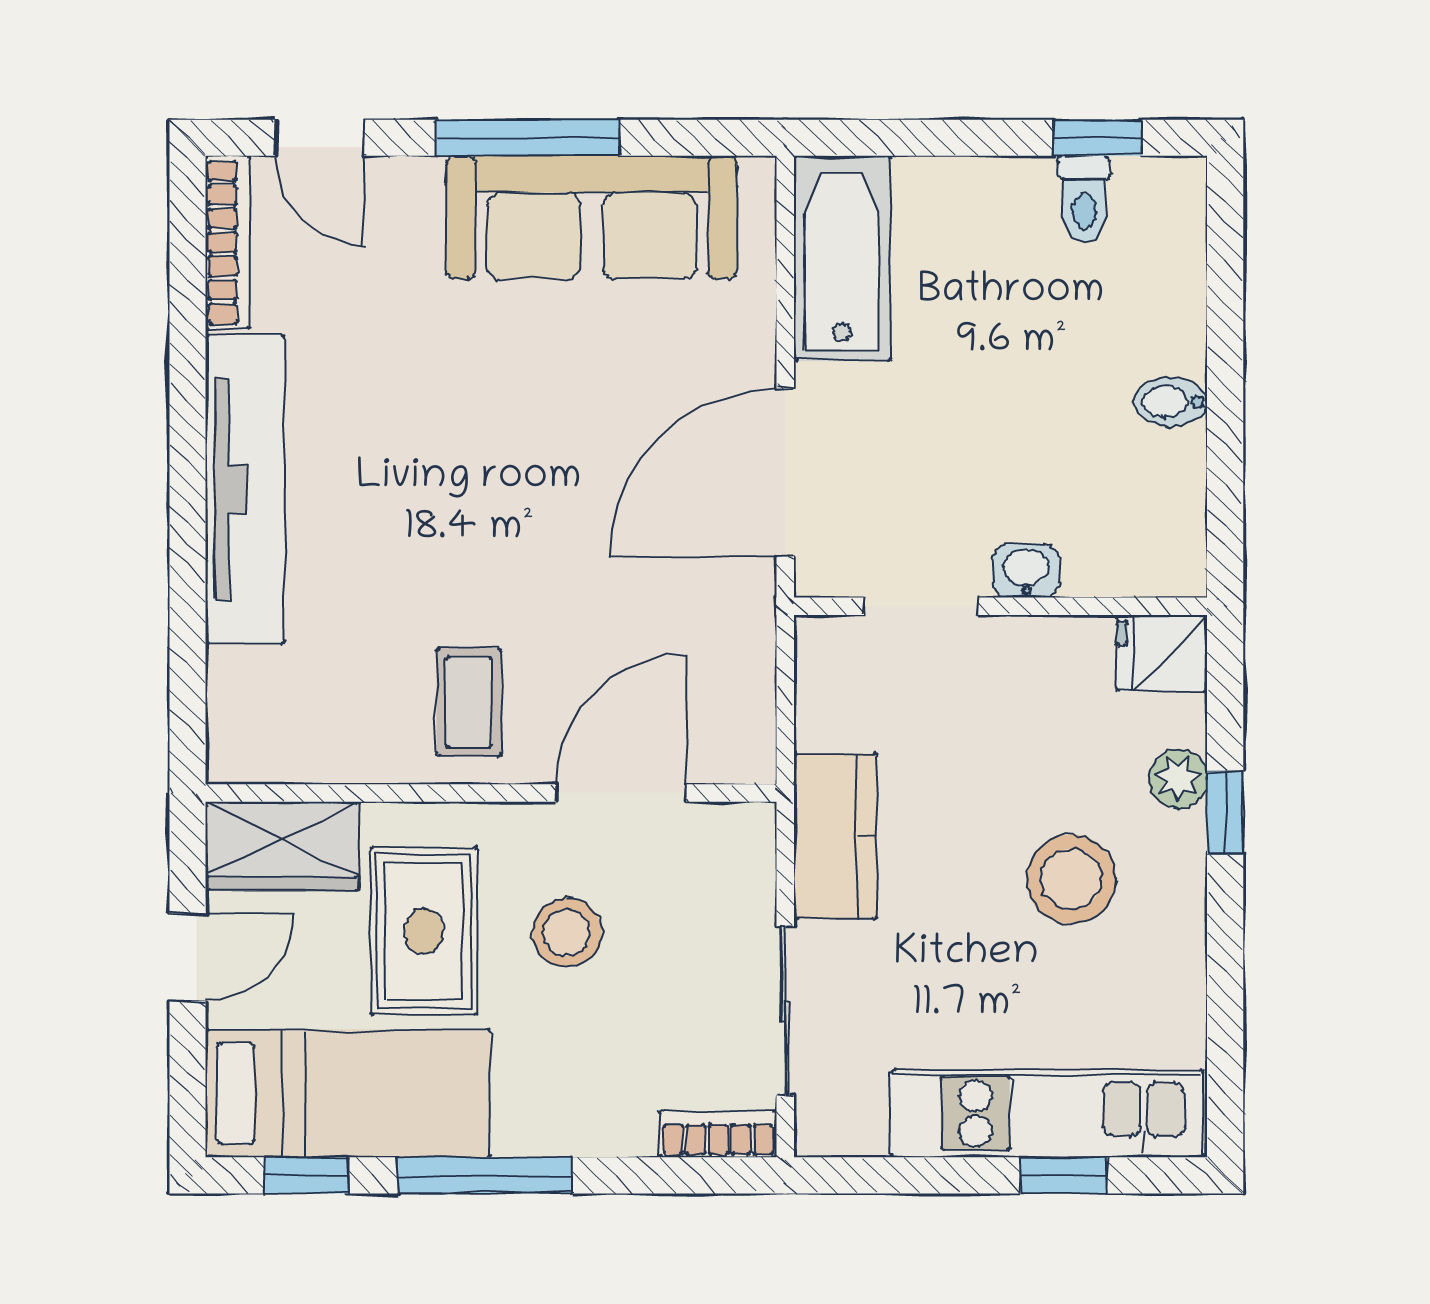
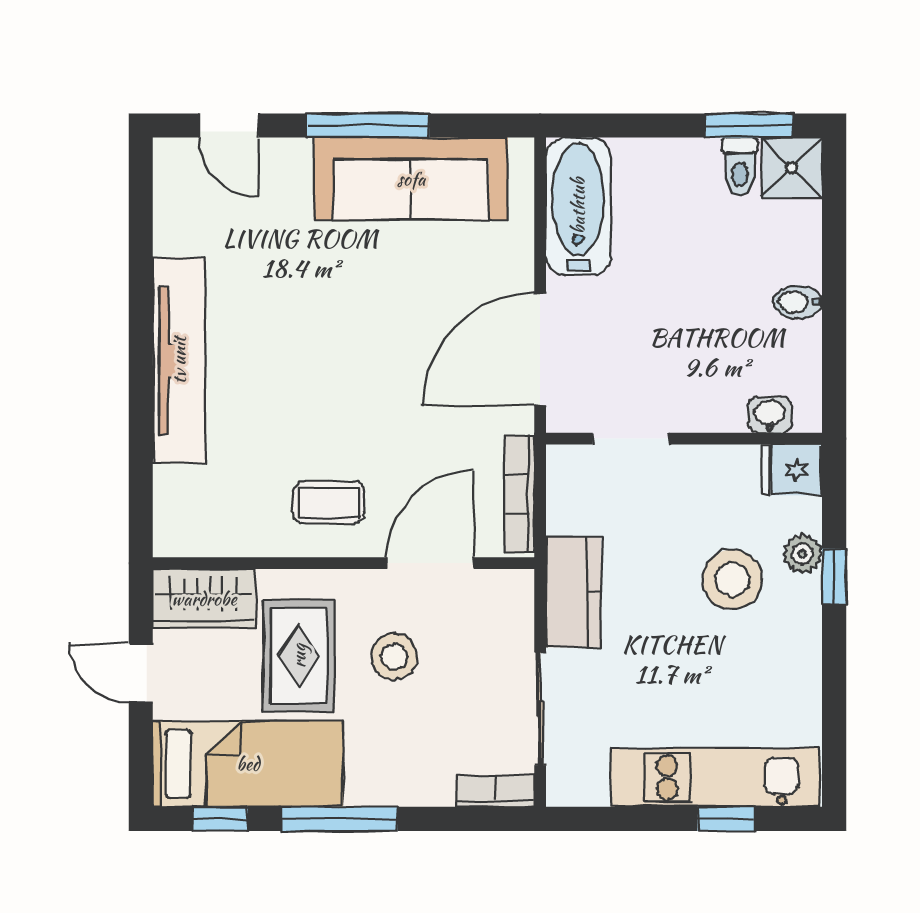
window: (1098, 138) -> (749, 125), width x1.50
shower: (1162, 201) -> (792, 168), added
bookcase: (228, 242) -> (520, 494), moved, turned 180
washbasin: (1026, 571) -> (770, 415), moved
coffee table: (469, 702) -> (329, 503), turned 90
stool: (1071, 879) -> (732, 579), moved
door: (188, 957) -> (141, 673), swing flipped

